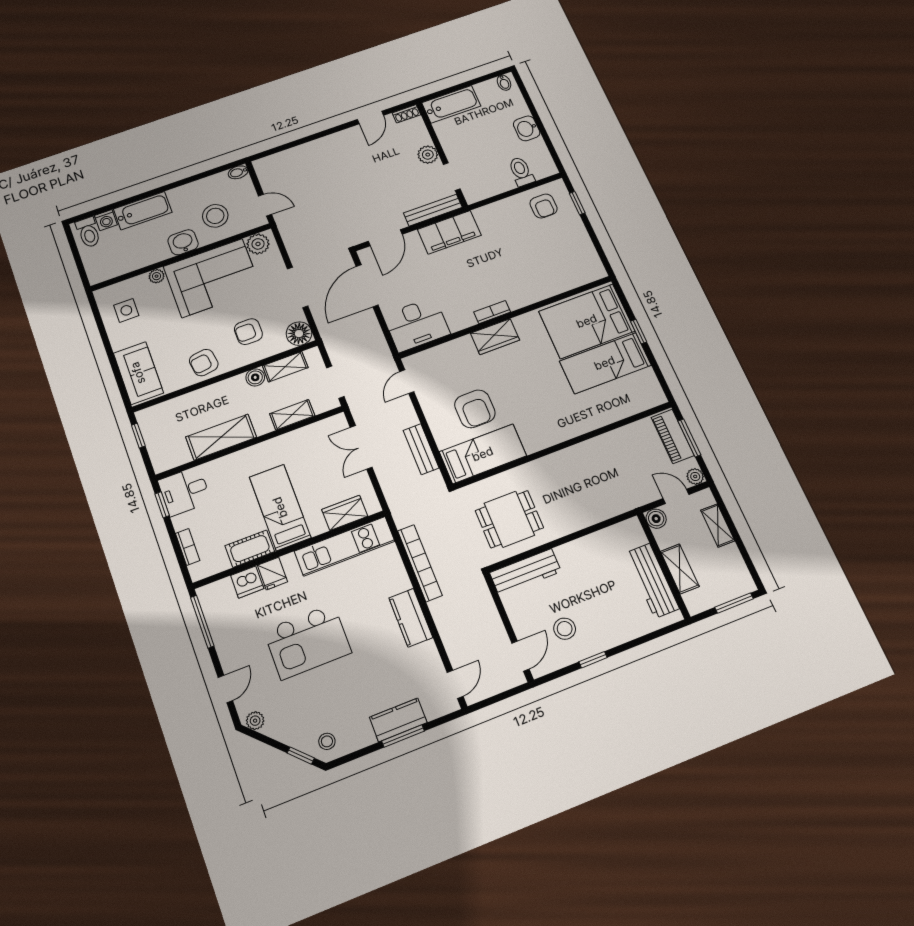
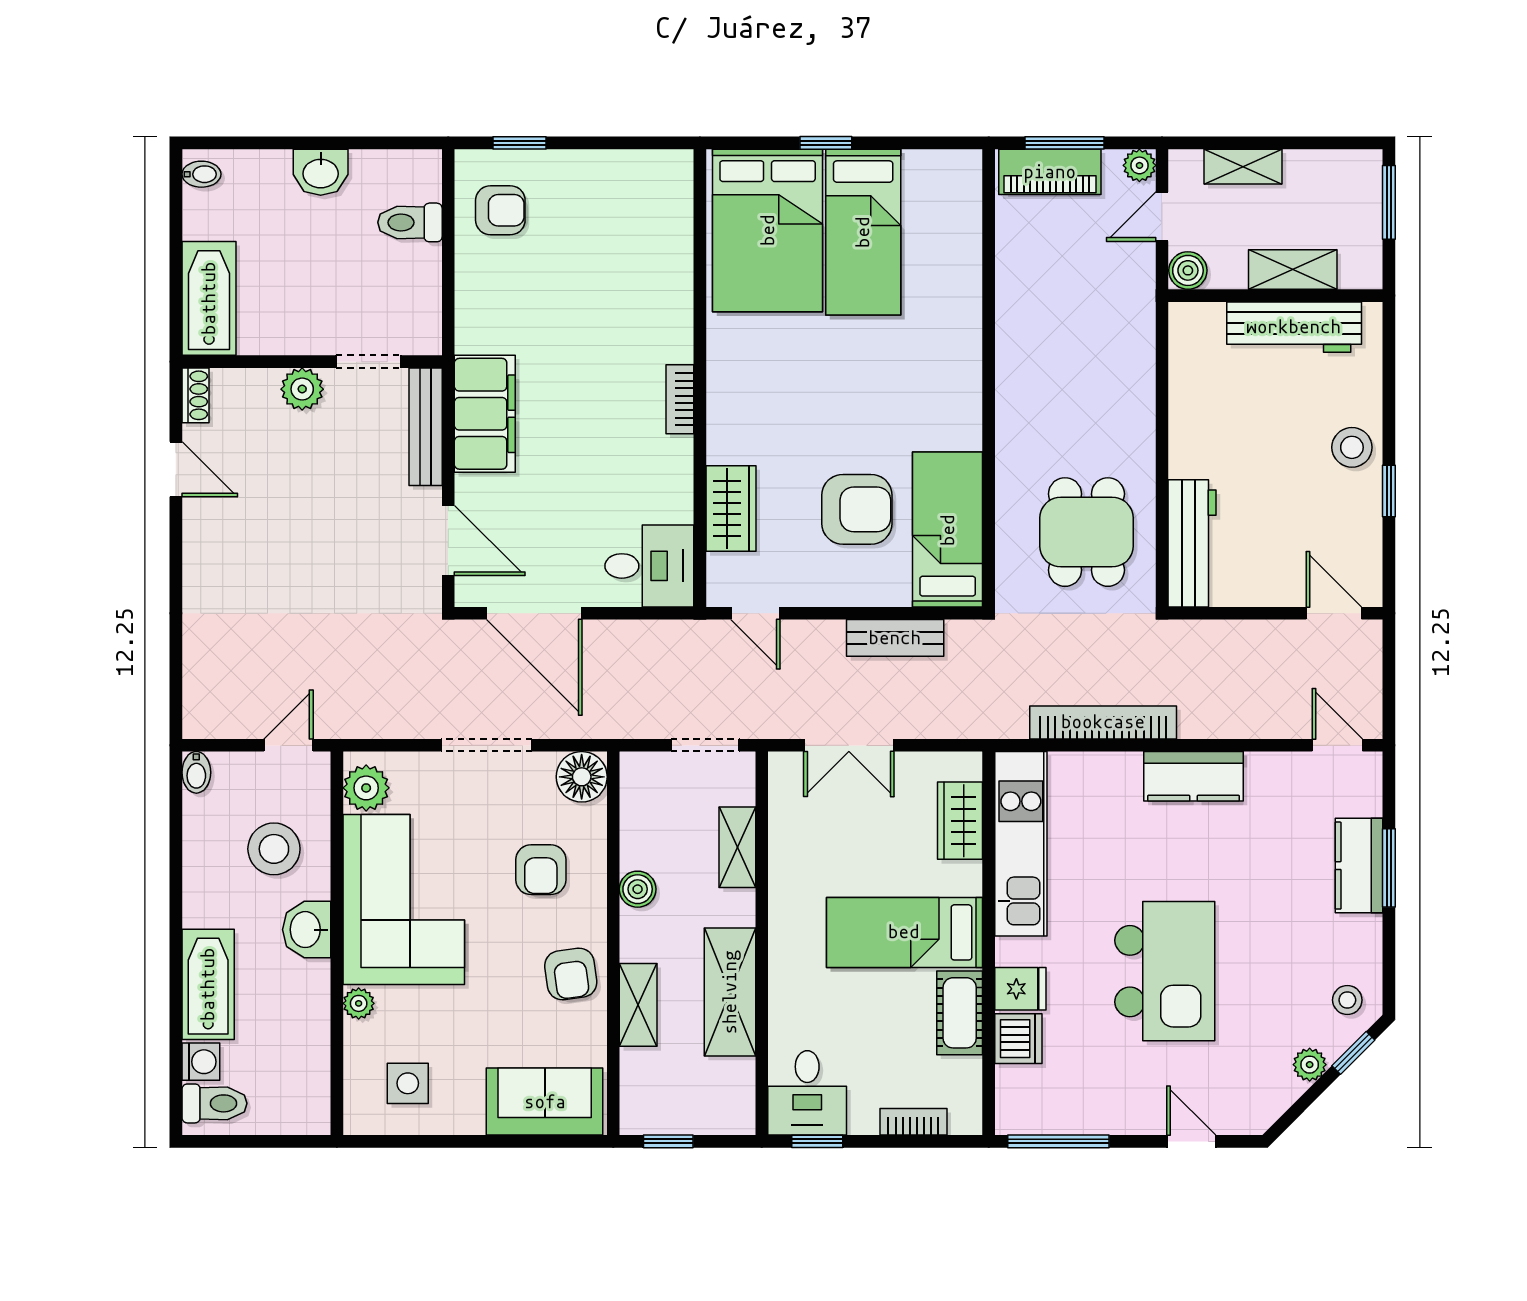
desk: (417, 324) -> (649, 566), width x0.73
wardrobe: (495, 337) -> (731, 509), moved
shelving: (285, 367) -> (638, 1005), moved
stool: (565, 629) -> (1352, 447), moved
plant: (255, 721) -> (1310, 1065), moved

